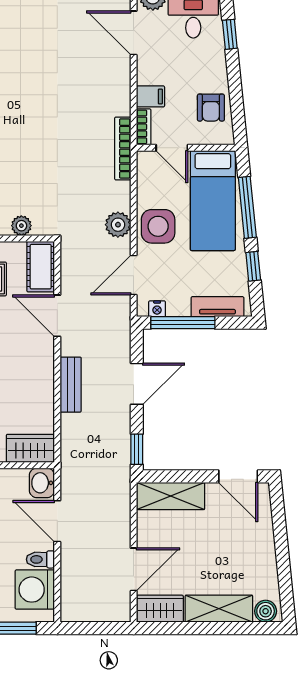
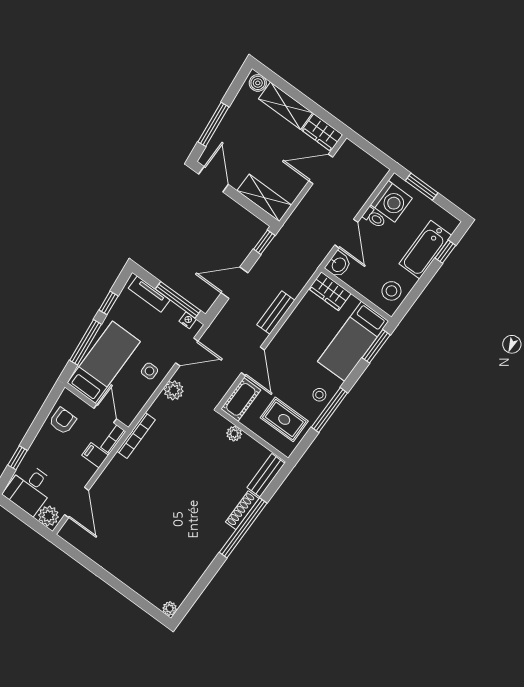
side table: (158, 226) -> (149, 371), width x0.54, depth x0.54
window: (280, 534) -> (213, 124), added

